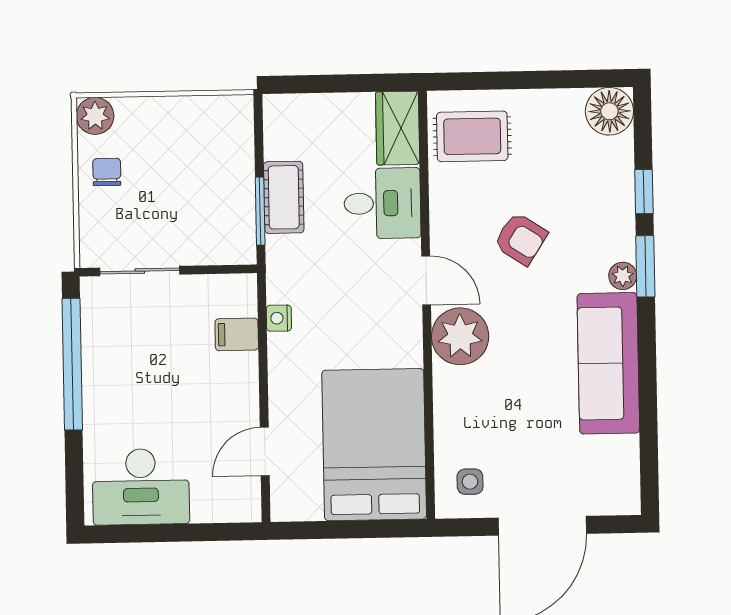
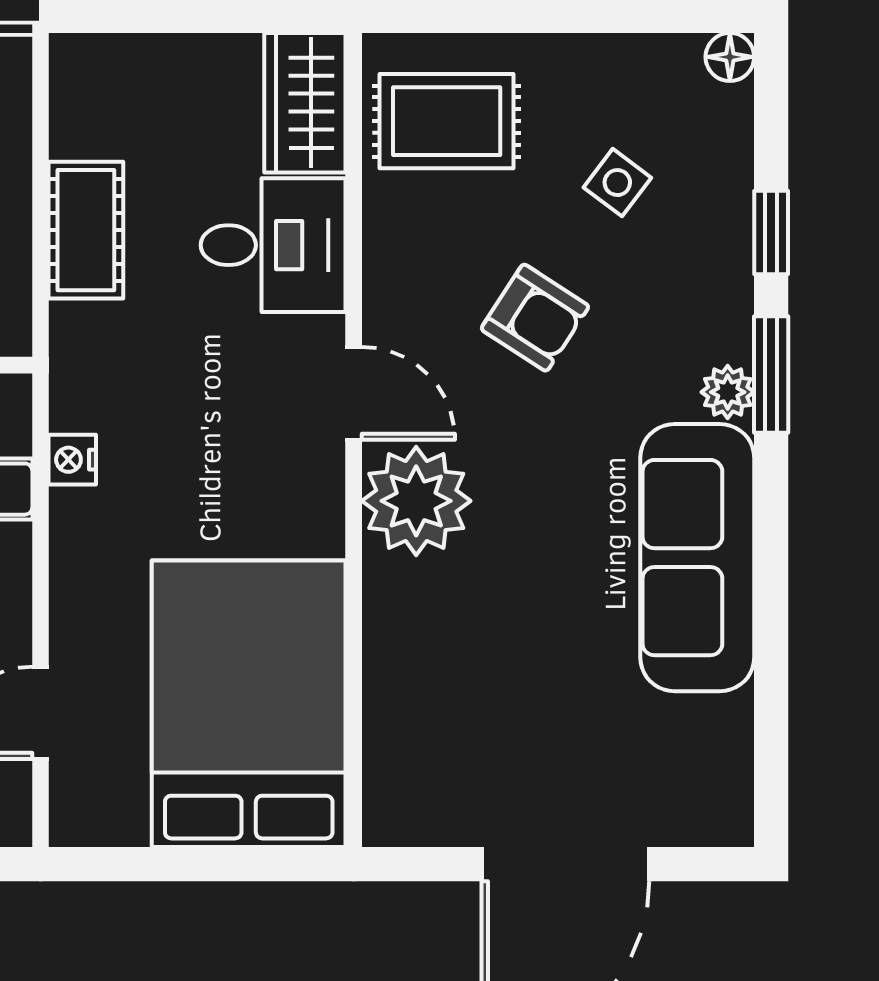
floor lamp: (609, 111) -> (730, 57), width x0.53, depth x0.53
window: (260, 211) -> (40, 256), removed
side table: (470, 482) -> (617, 183), moved, turned 37

